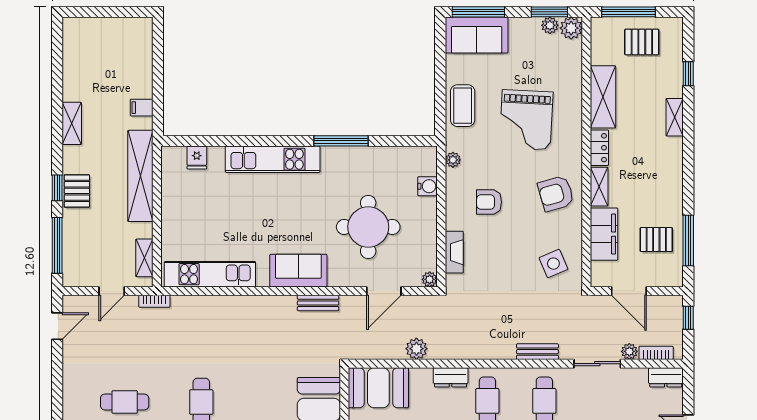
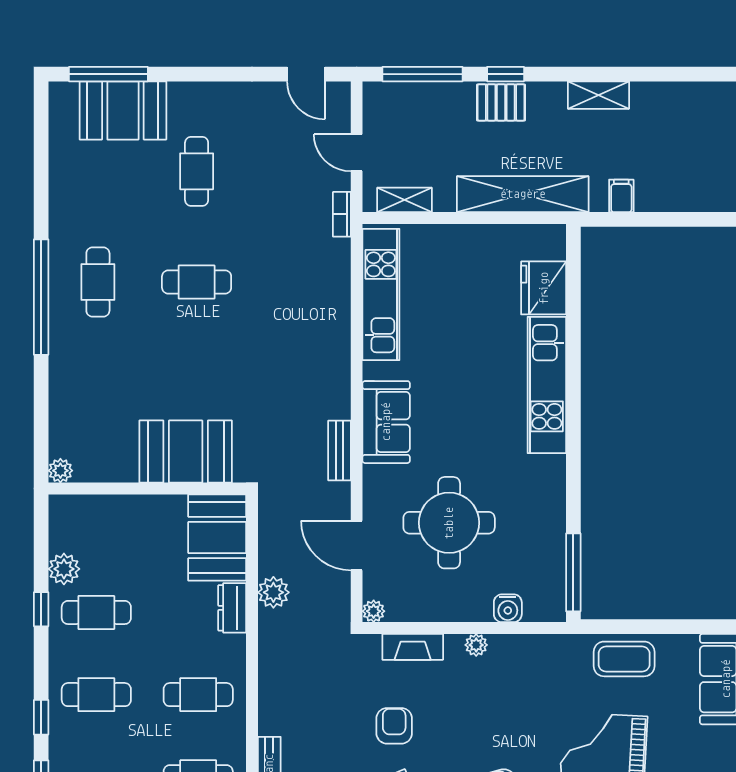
window: (341, 141) -> (573, 572), moved
fridge: (197, 158) -> (544, 288), width x1.88, depth x1.34
plant: (453, 160) -> (476, 645), moved
armchair: (489, 202) -> (394, 726), moved
dresser: (451, 377) -> (232, 608), moved

